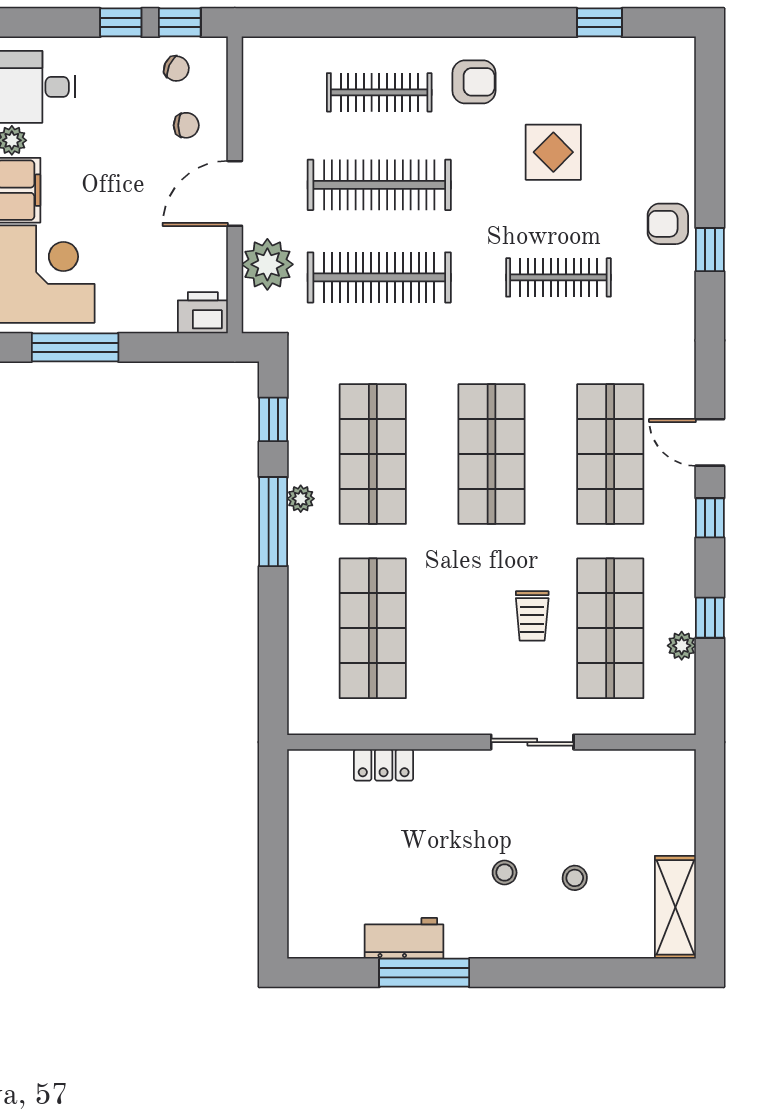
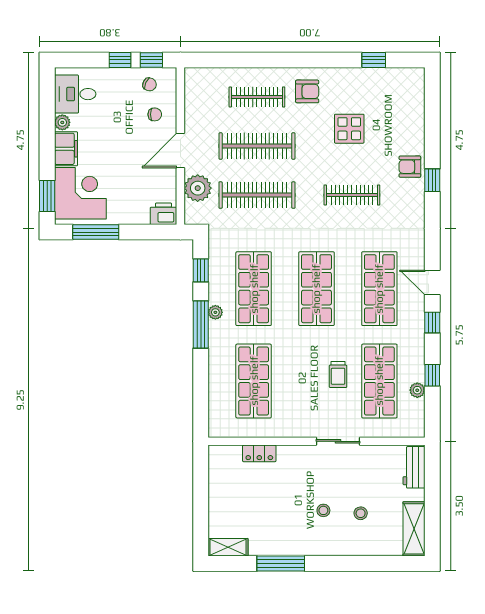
workbench: (404, 938) -> (414, 467), moved, turned -90
shelving: (325, 942) -> (228, 547), added

